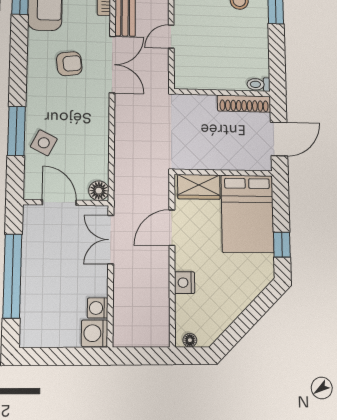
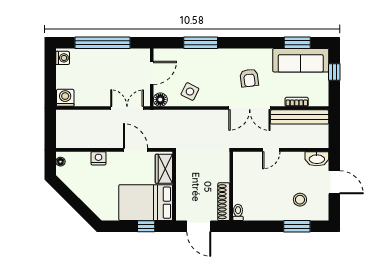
door: (171, 37) -> (271, 150), swing flipped
side table: (44, 143) -> (190, 92), moved
window: (282, 245) -> (146, 226), moved
washing machine: (98, 308) -> (63, 58), moved, turned 90

